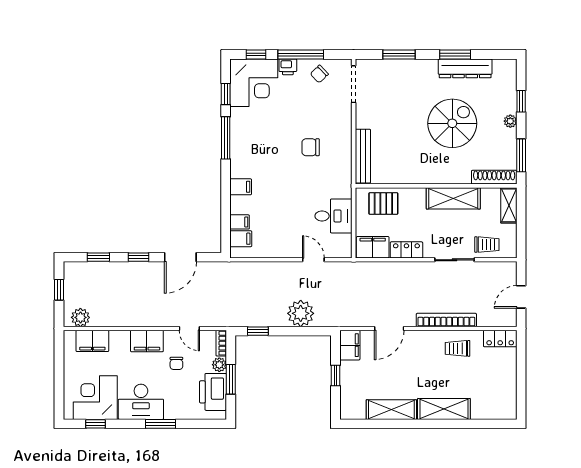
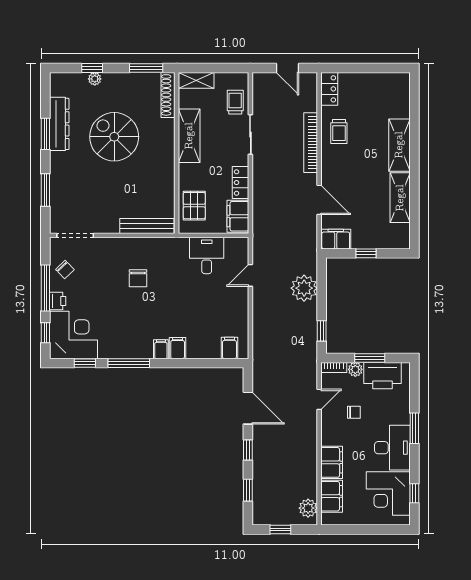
plant: (510, 121) -> (95, 79), moved
filing cabinet: (240, 222) -> (161, 349), moved
filing cabinet: (147, 341) -> (332, 462), moved

